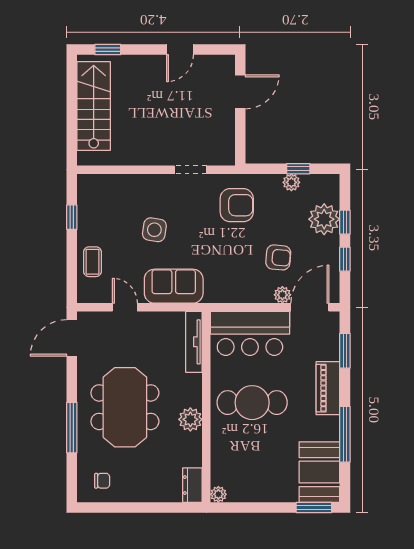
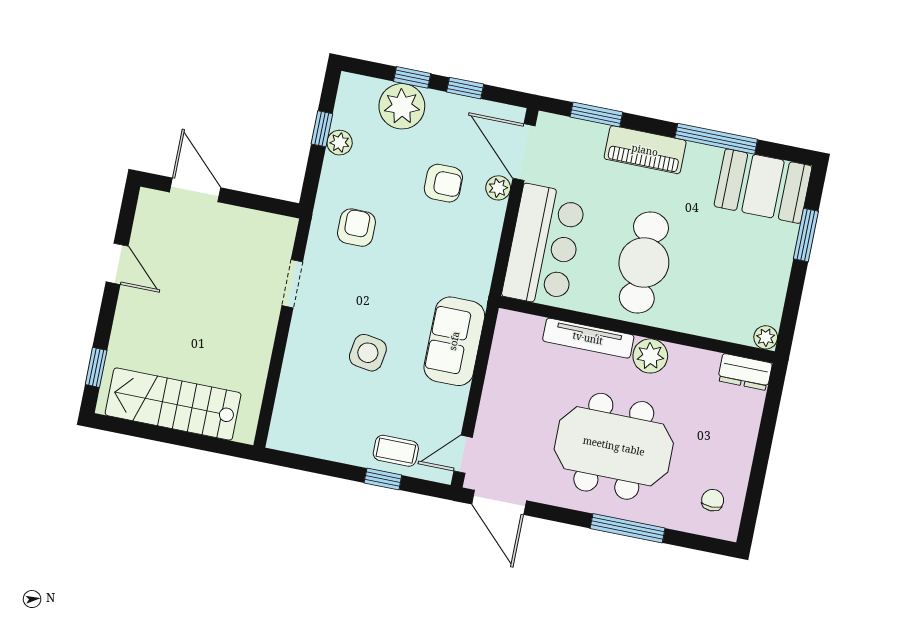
armchair: (237, 205) -> (356, 228), width x0.72, depth x0.72
window: (72, 217) -> (383, 479), moved
armchair: (278, 257) -> (443, 183), turned 85
door: (125, 307) -> (463, 454), moved
tv unit: (194, 342) -> (588, 338), moved
window: (314, 507) -> (806, 235), moved

